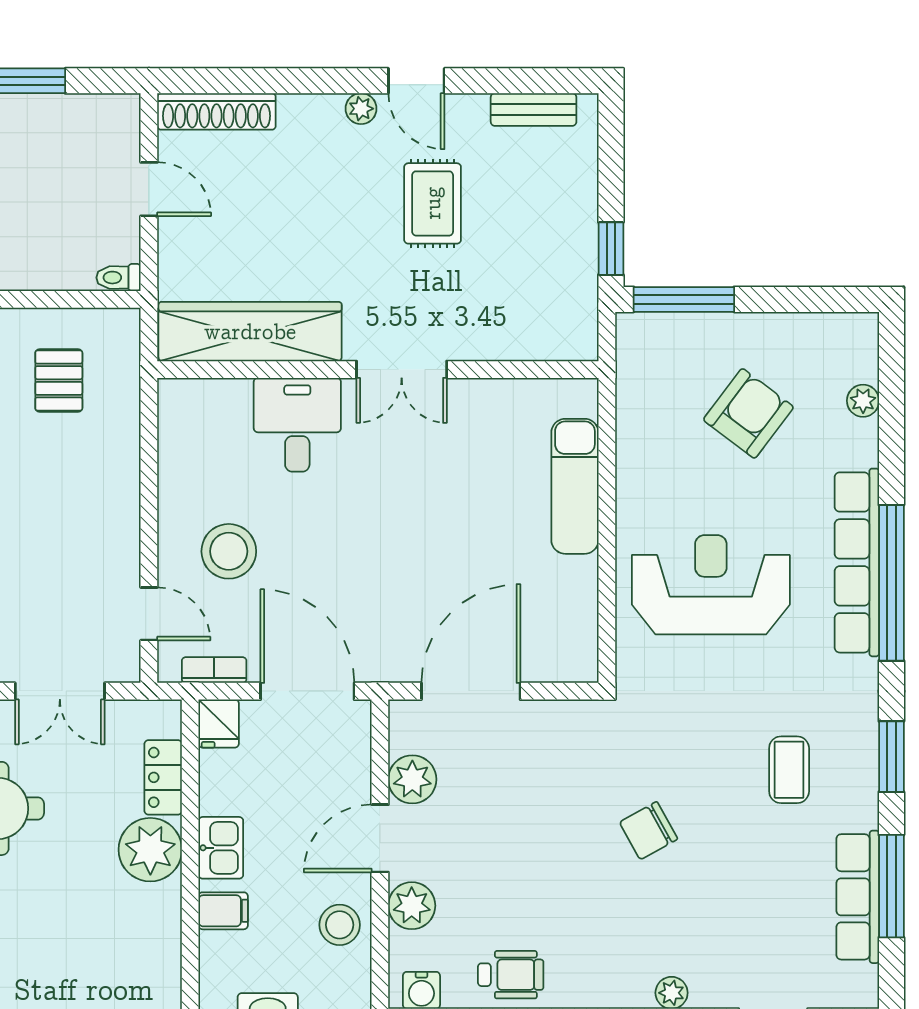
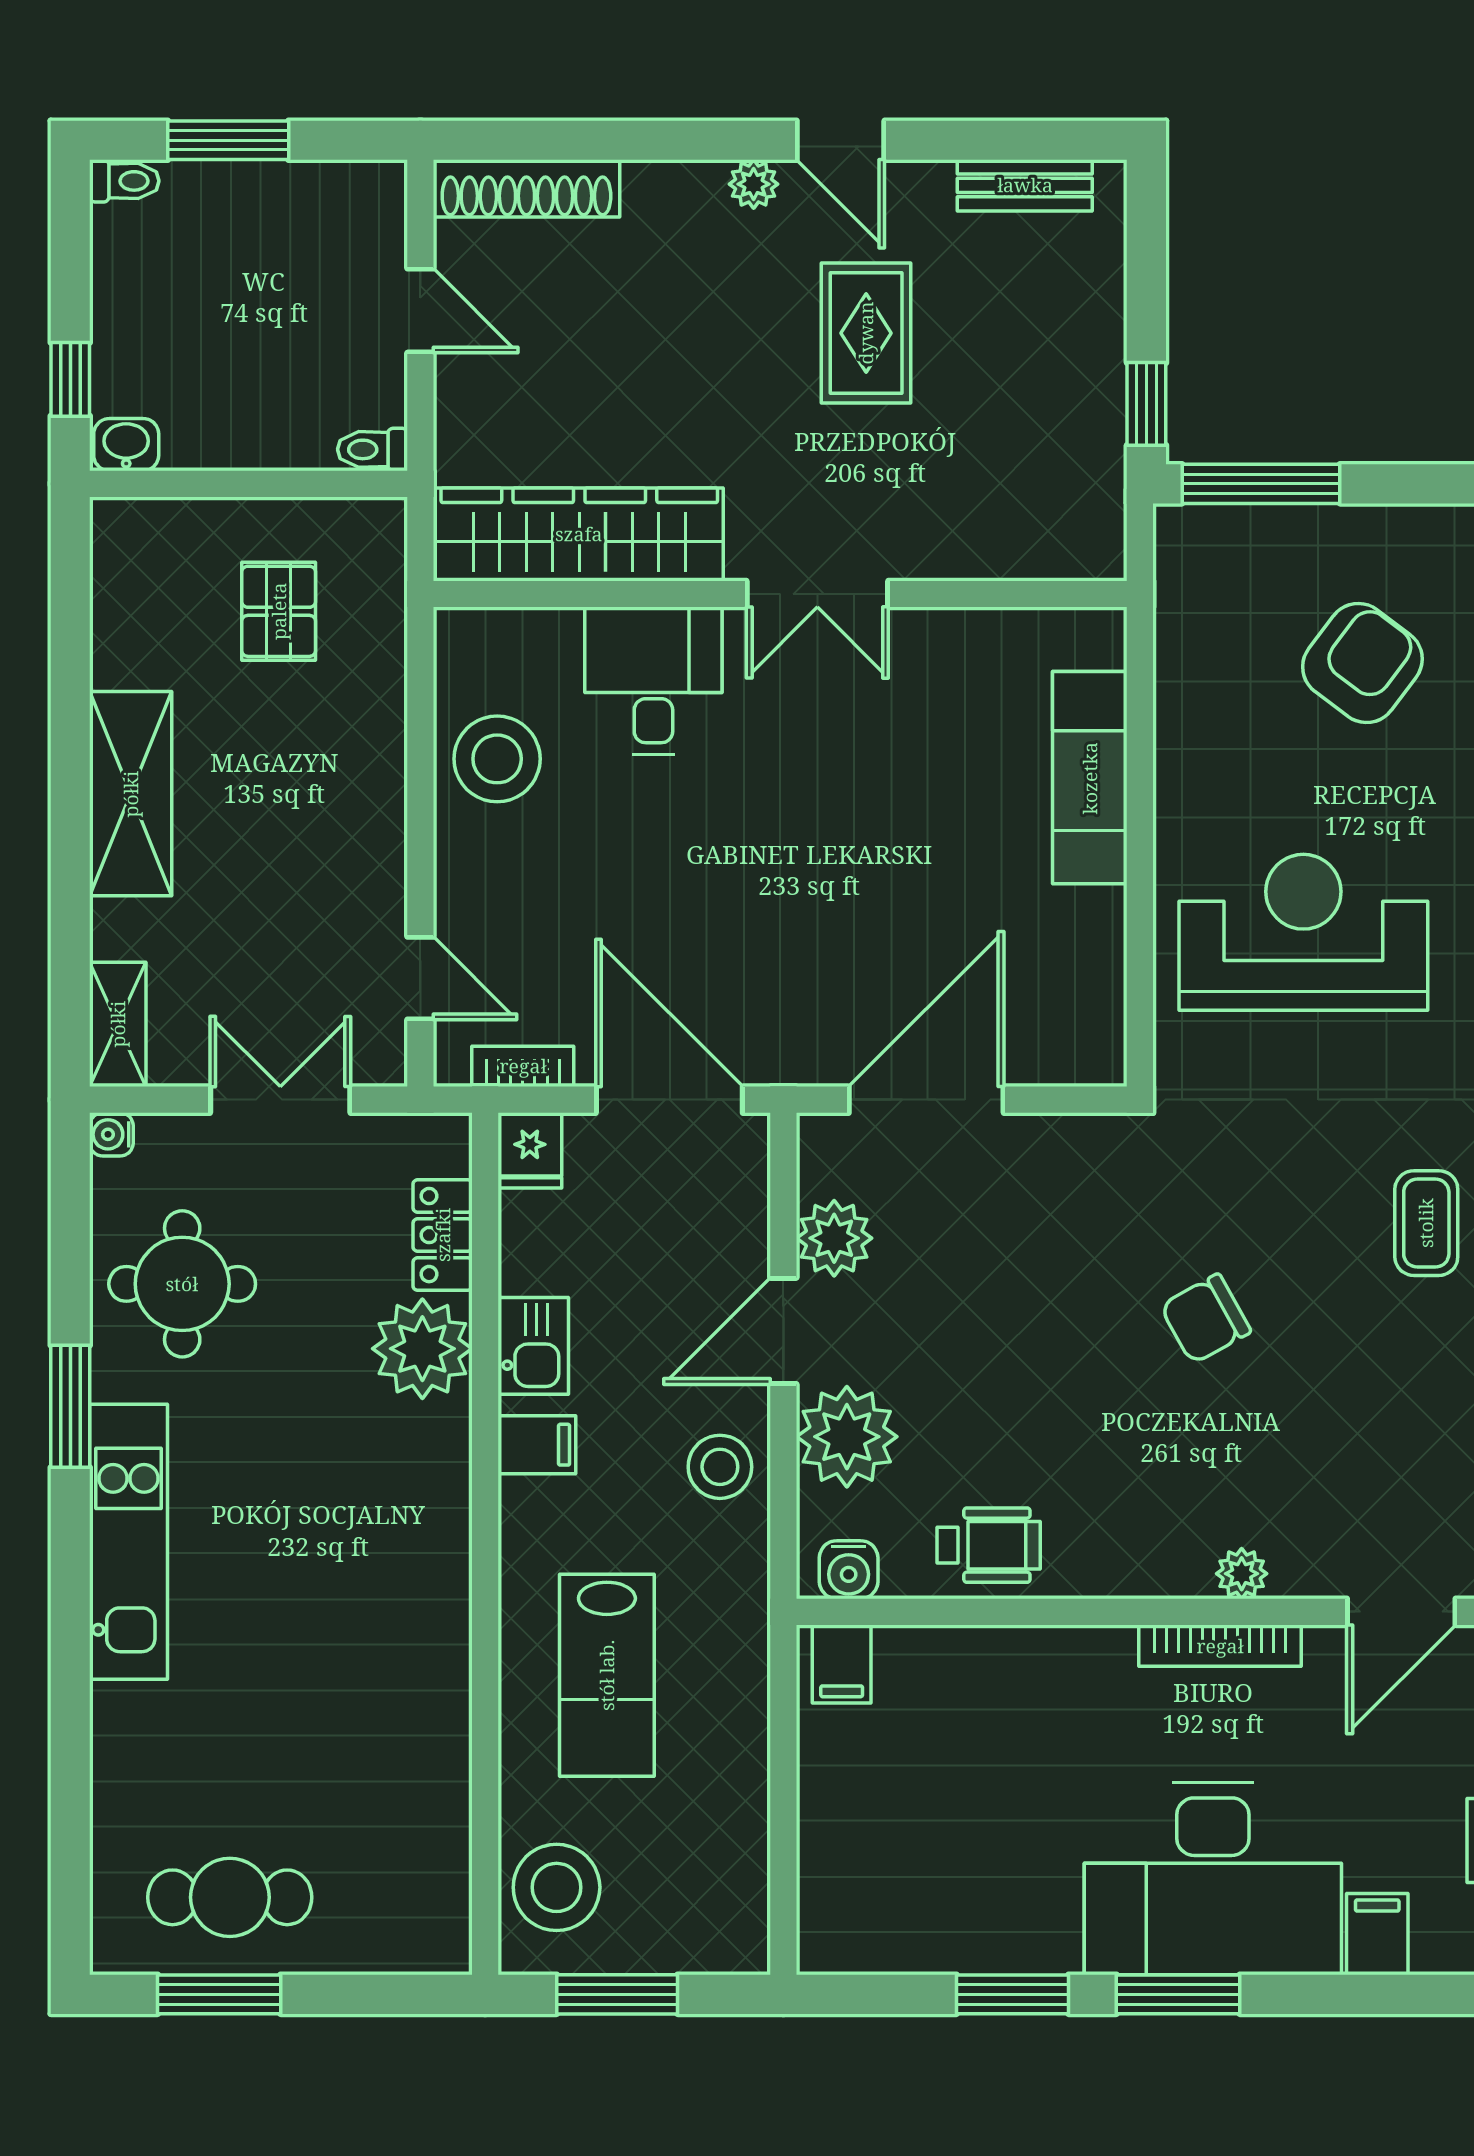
stool: (229, 551) -> (497, 759), moved
double door: (60, 691) -> (280, 1100), swing flipped
plant: (412, 906) -> (847, 1437), width x1.36, depth x1.36

